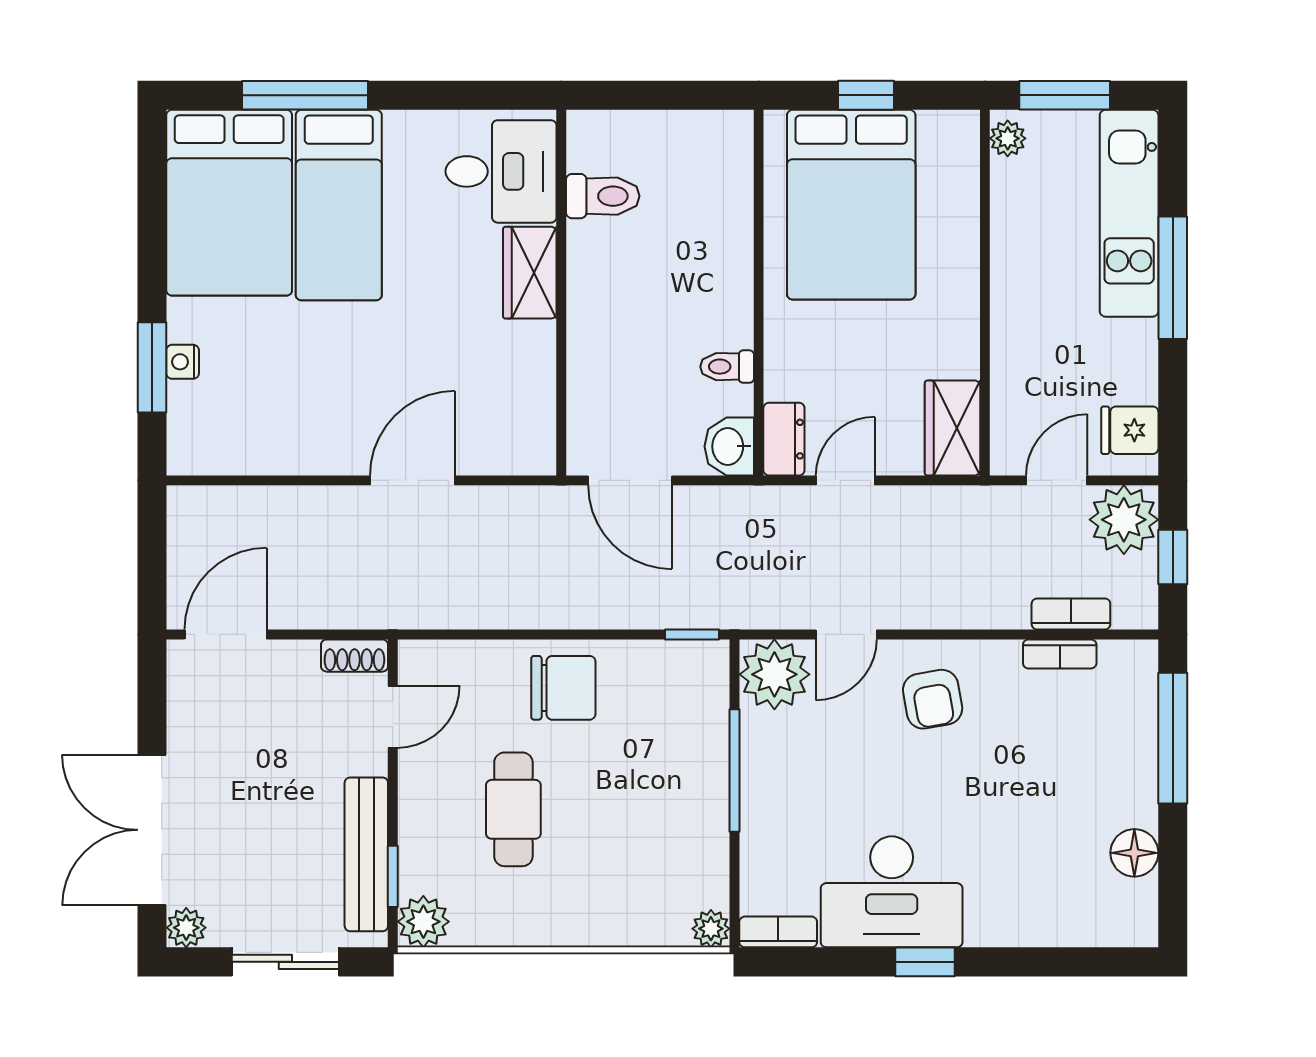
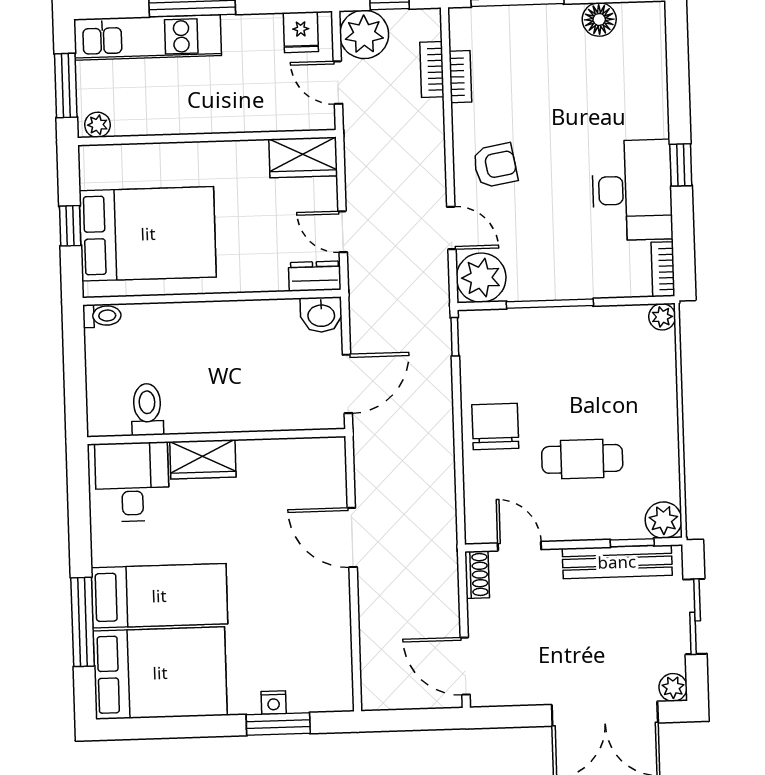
toilet: (727, 367) -> (102, 316), moved, turned -90

